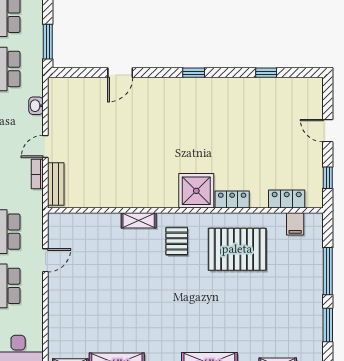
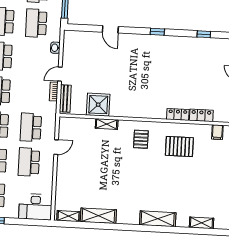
door: (120, 73) -> (110, 29), hinge flipped
shower: (196, 191) -> (98, 105), moved
locker: (287, 199) -> (201, 115), moved
shelving: (139, 220) -> (107, 124), moved
pallet: (237, 249) -> (179, 146), width x0.73, depth x0.71

